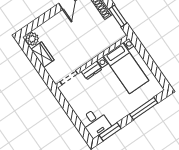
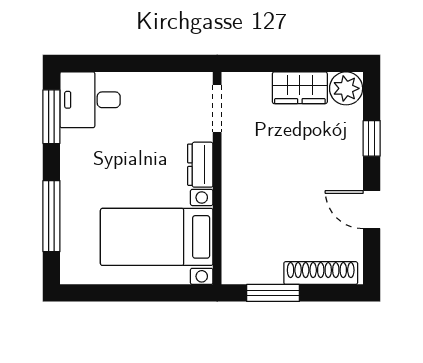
window: (43, 19) -> (372, 138), added

